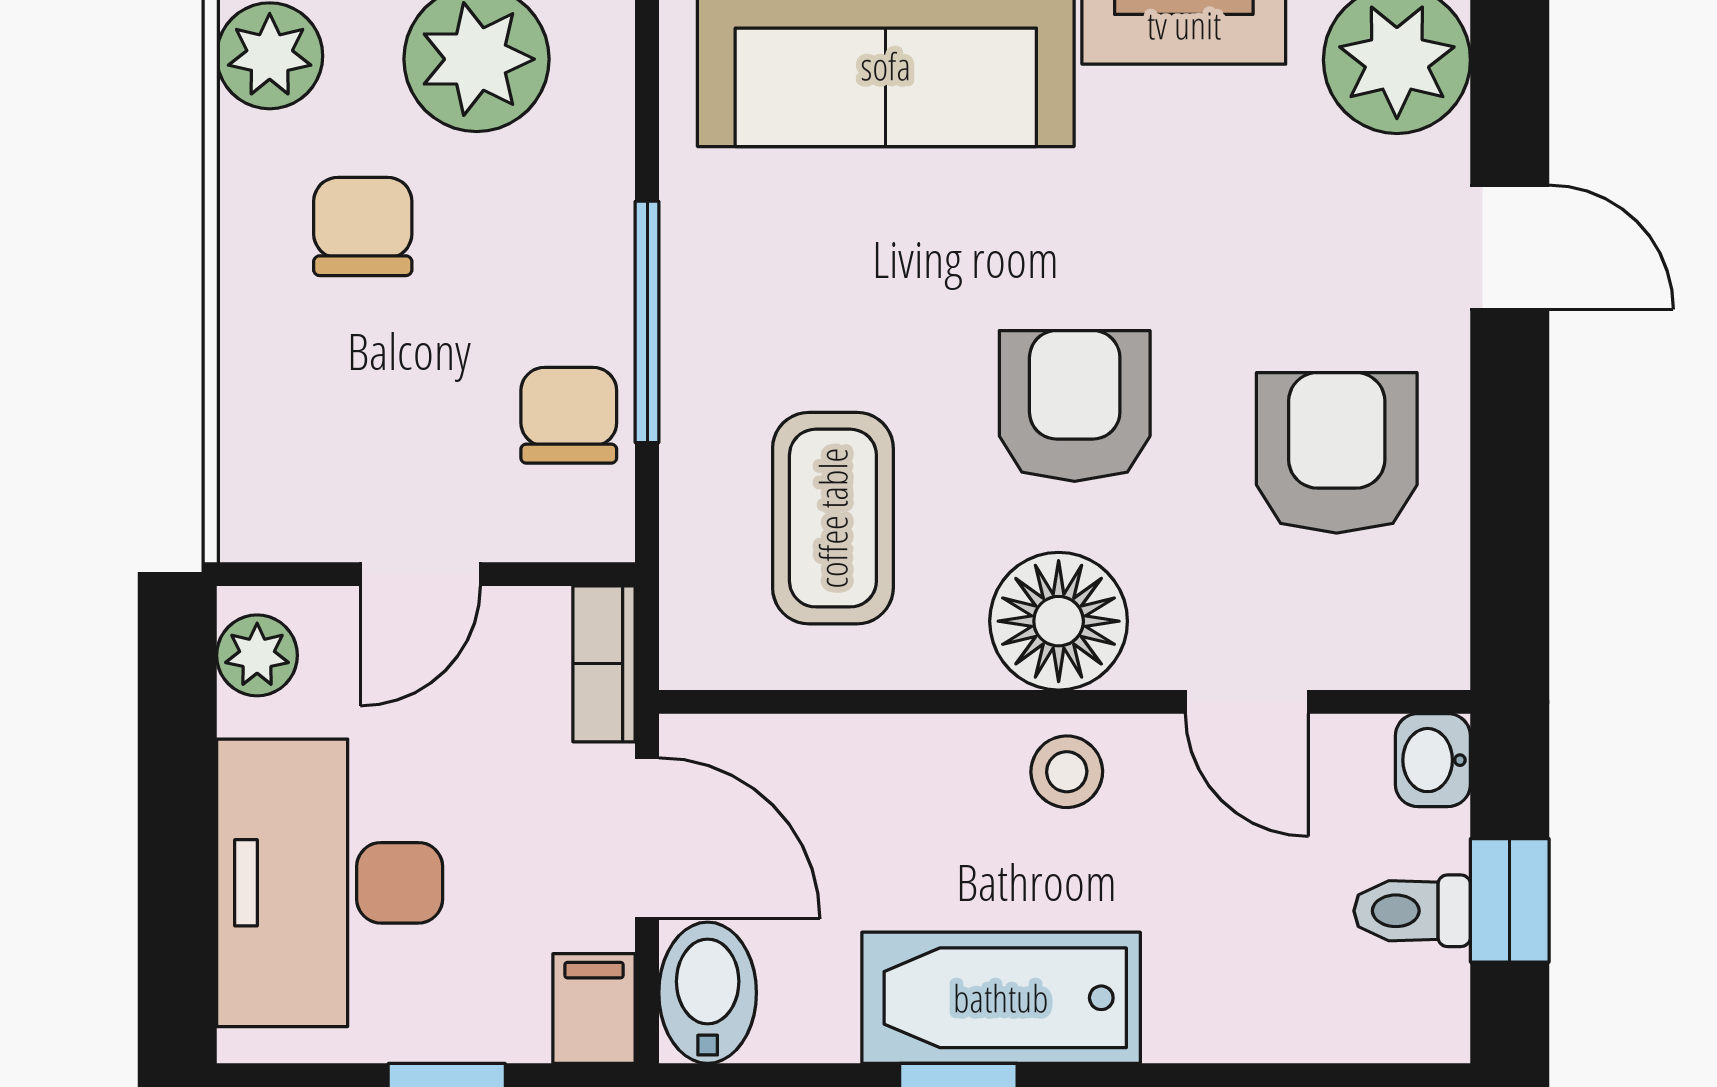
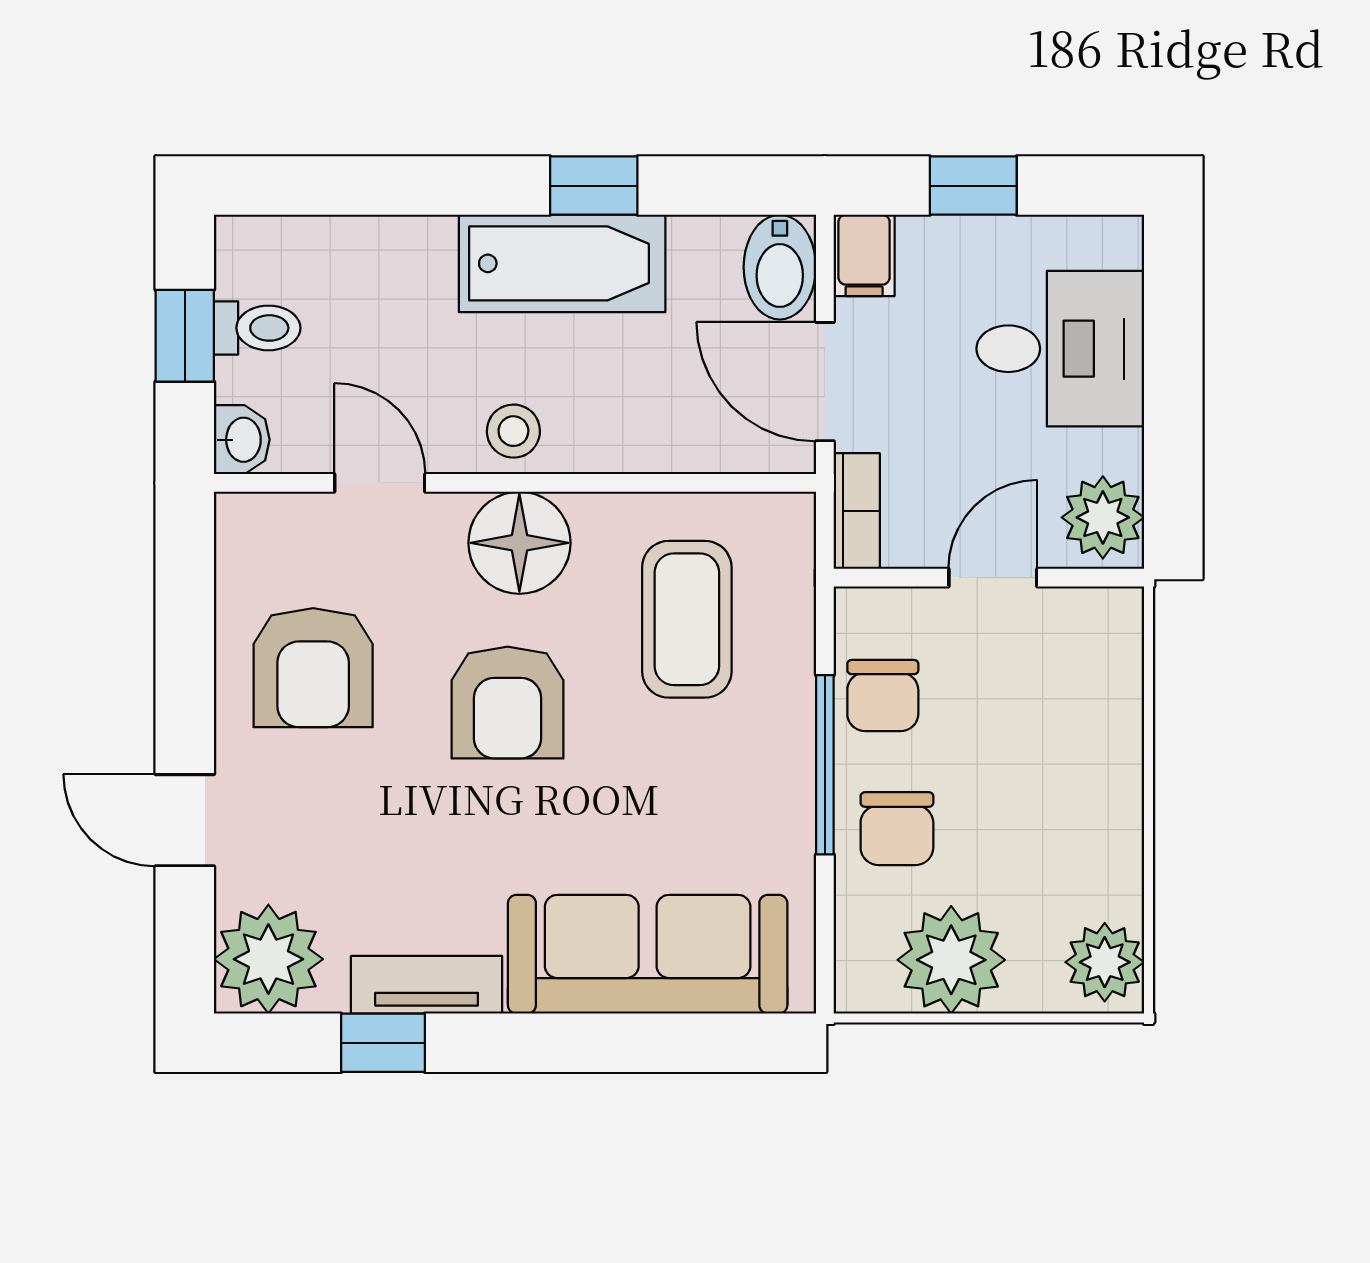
chair: (363, 226) -> (897, 829), moved
plant: (257, 655) -> (1103, 517), width x1.38, depth x1.38
desk: (330, 883) -> (1060, 349), width x0.73

